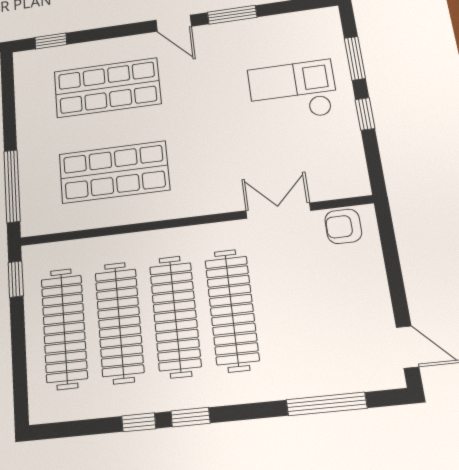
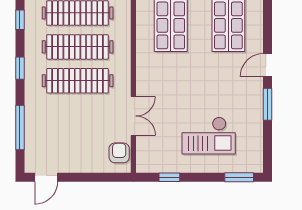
window: (355, 58) -> (239, 177), moved
checkout: (293, 91) -> (209, 136), turned 90
window: (365, 114) -> (169, 177), moved
window: (190, 417) -> (20, 68), moved

